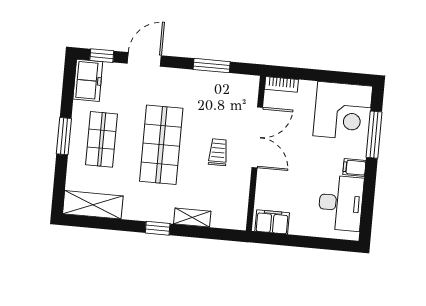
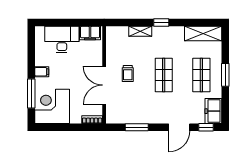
shop shelf: (161, 145) -> (164, 75), width x0.70, depth x0.74
desk: (341, 203) -> (62, 39), moved, turned 90

